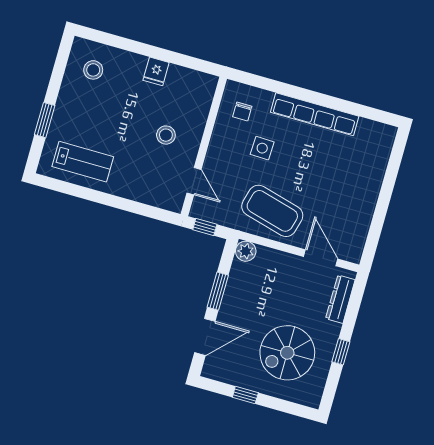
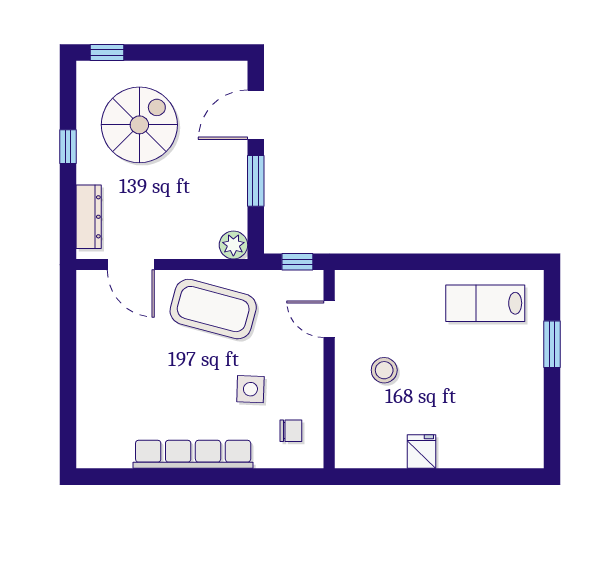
stool: (93, 70) -> (506, 430), removed
chair: (242, 111) -> (291, 431), turned 90
window: (245, 395) -> (107, 52), moved

